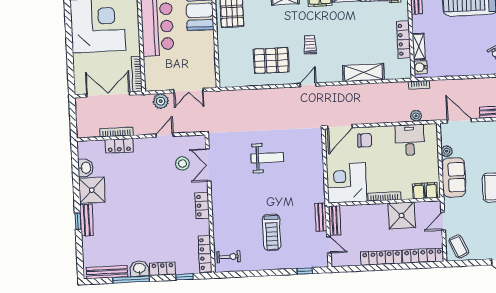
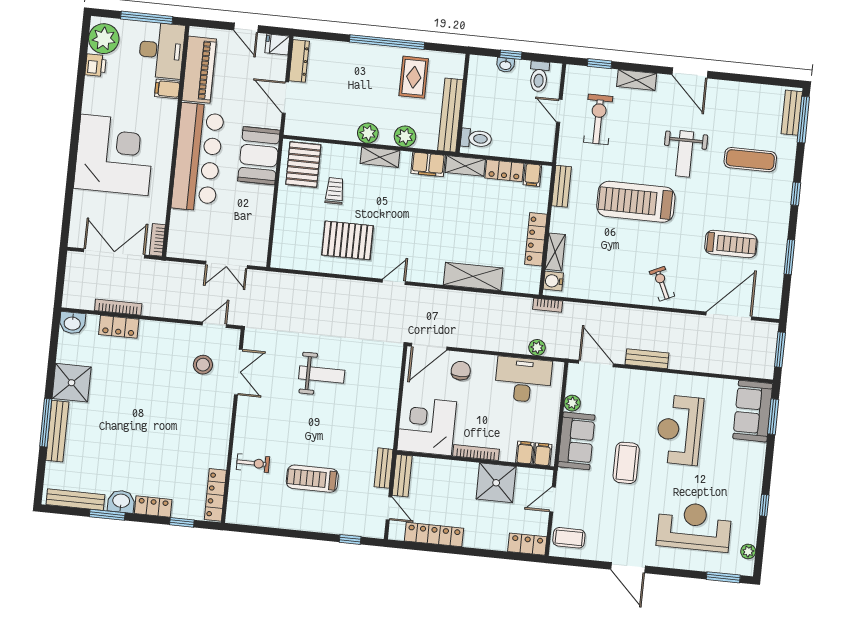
trolley: (310, 45) -> (335, 191), moved
bookcase: (137, 74) -> (157, 240), width x0.64
plant: (161, 101) -> (186, 274), removed
door: (165, 135) -> (214, 325), moved
chair: (365, 140) -> (461, 371), turned -90
desk: (410, 140) -> (523, 380), width x1.37
double door: (208, 165) -> (238, 372), swing flipped
washbasin: (86, 168) -> (72, 323), moved, turned 90
locker: (202, 206) -> (222, 427), removed
bench: (87, 220) -> (57, 431), width x1.36
window: (78, 221) -> (46, 423), width x2.17
treadmill: (272, 232) -> (312, 479), turned 90
coffee table: (459, 246) -> (569, 538), turned -65
locker: (423, 256) -> (527, 544), width x0.66
exercise bike: (229, 257) -> (253, 463), moved
locker: (381, 258) -> (434, 535), moved
window: (131, 279) -> (107, 515), width x0.69

